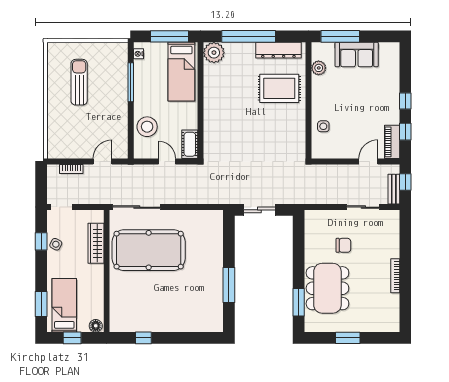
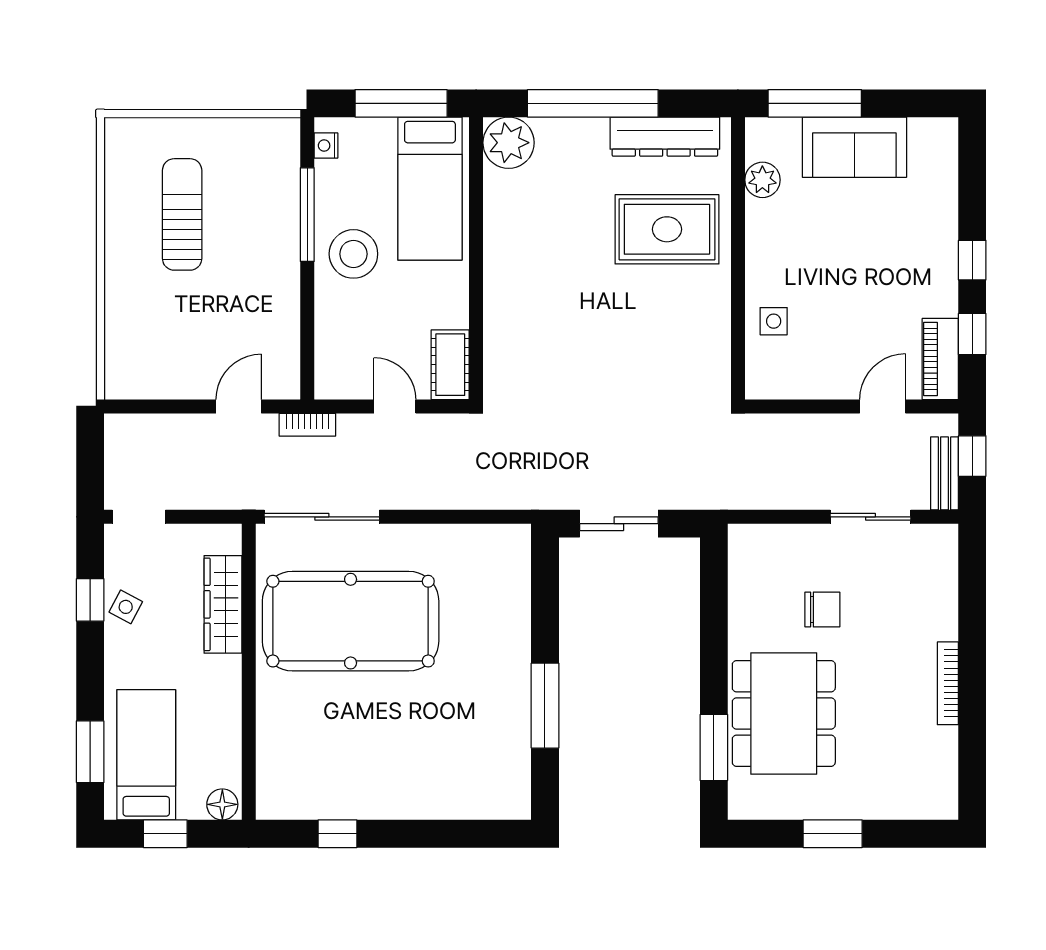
stool: (147, 127) -> (353, 254), moved
bookcase: (71, 169) -> (307, 425), moved

